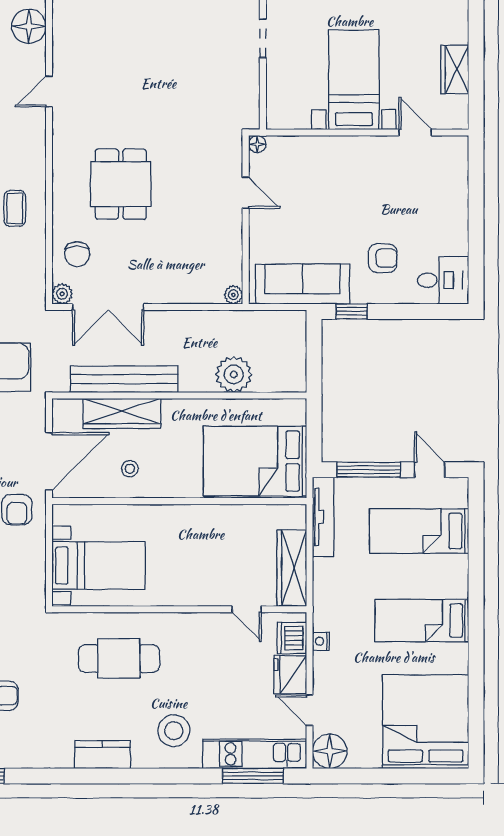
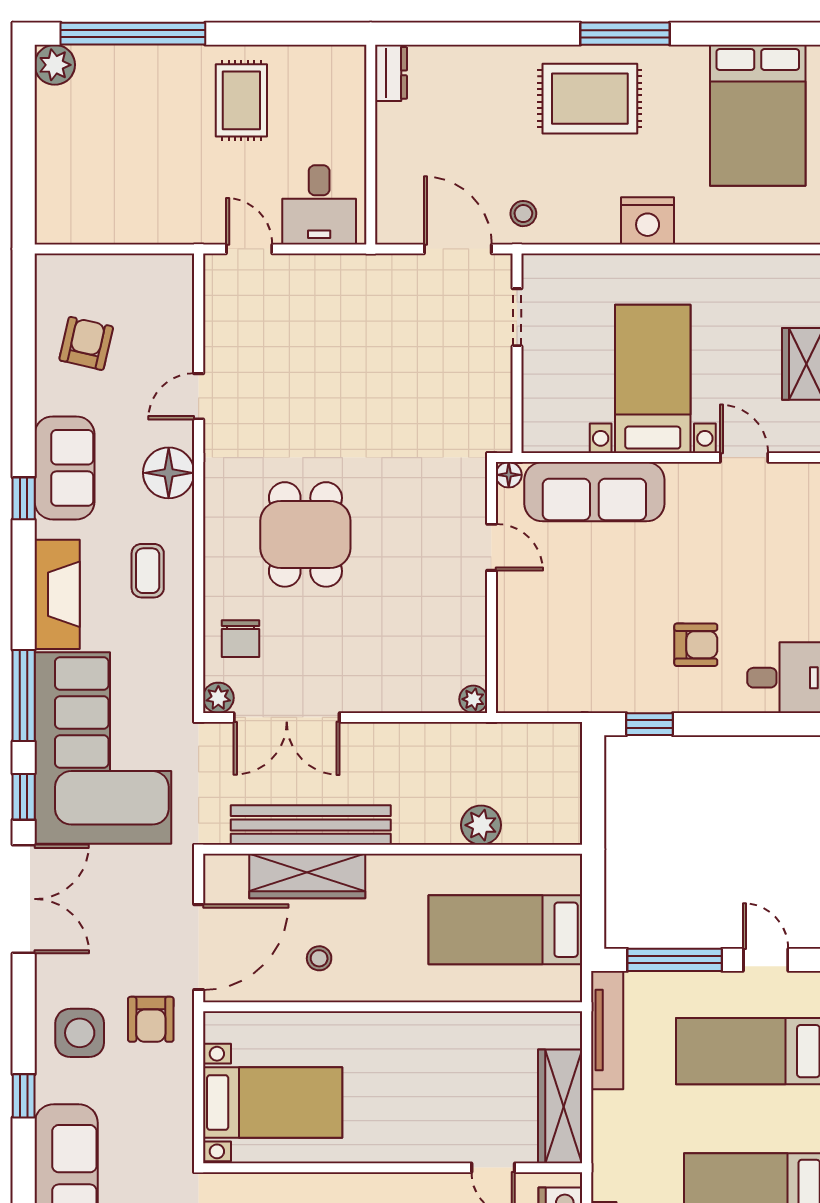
floor lamp: (29, 26) -> (169, 473), moved
sofa: (303, 284) -> (594, 492), moved, turned 180
plant: (234, 374) -> (481, 825), width x0.73, depth x0.73
bed: (255, 461) -> (505, 930), width x0.67

